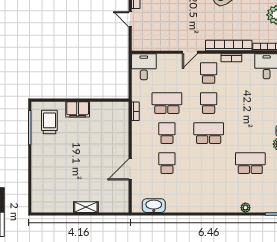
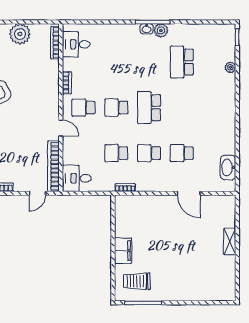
door: (130, 19) -> (37, 193), moved
bookcase: (229, 46) -> (53, 166), moved
school desk: (167, 103) -> (116, 153), width x0.54

